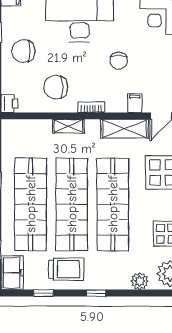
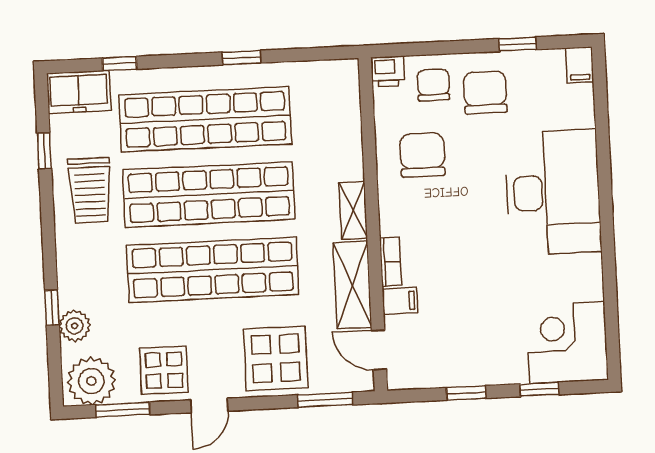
chair: (119, 61) -> (433, 85), moved, turned 90
bookcase: (91, 107) -> (390, 262), moved
shelving: (69, 126) -> (353, 210), moved
window: (96, 293) -> (52, 308), moved

